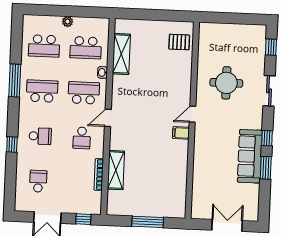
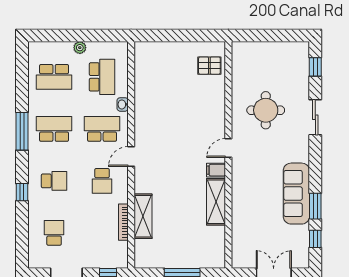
school desk: (86, 48) -> (102, 77), turned -90
shelving: (121, 54) -> (216, 202), moved
window: (15, 80) -> (22, 131), moved
window: (267, 138) -> (315, 239), moved

